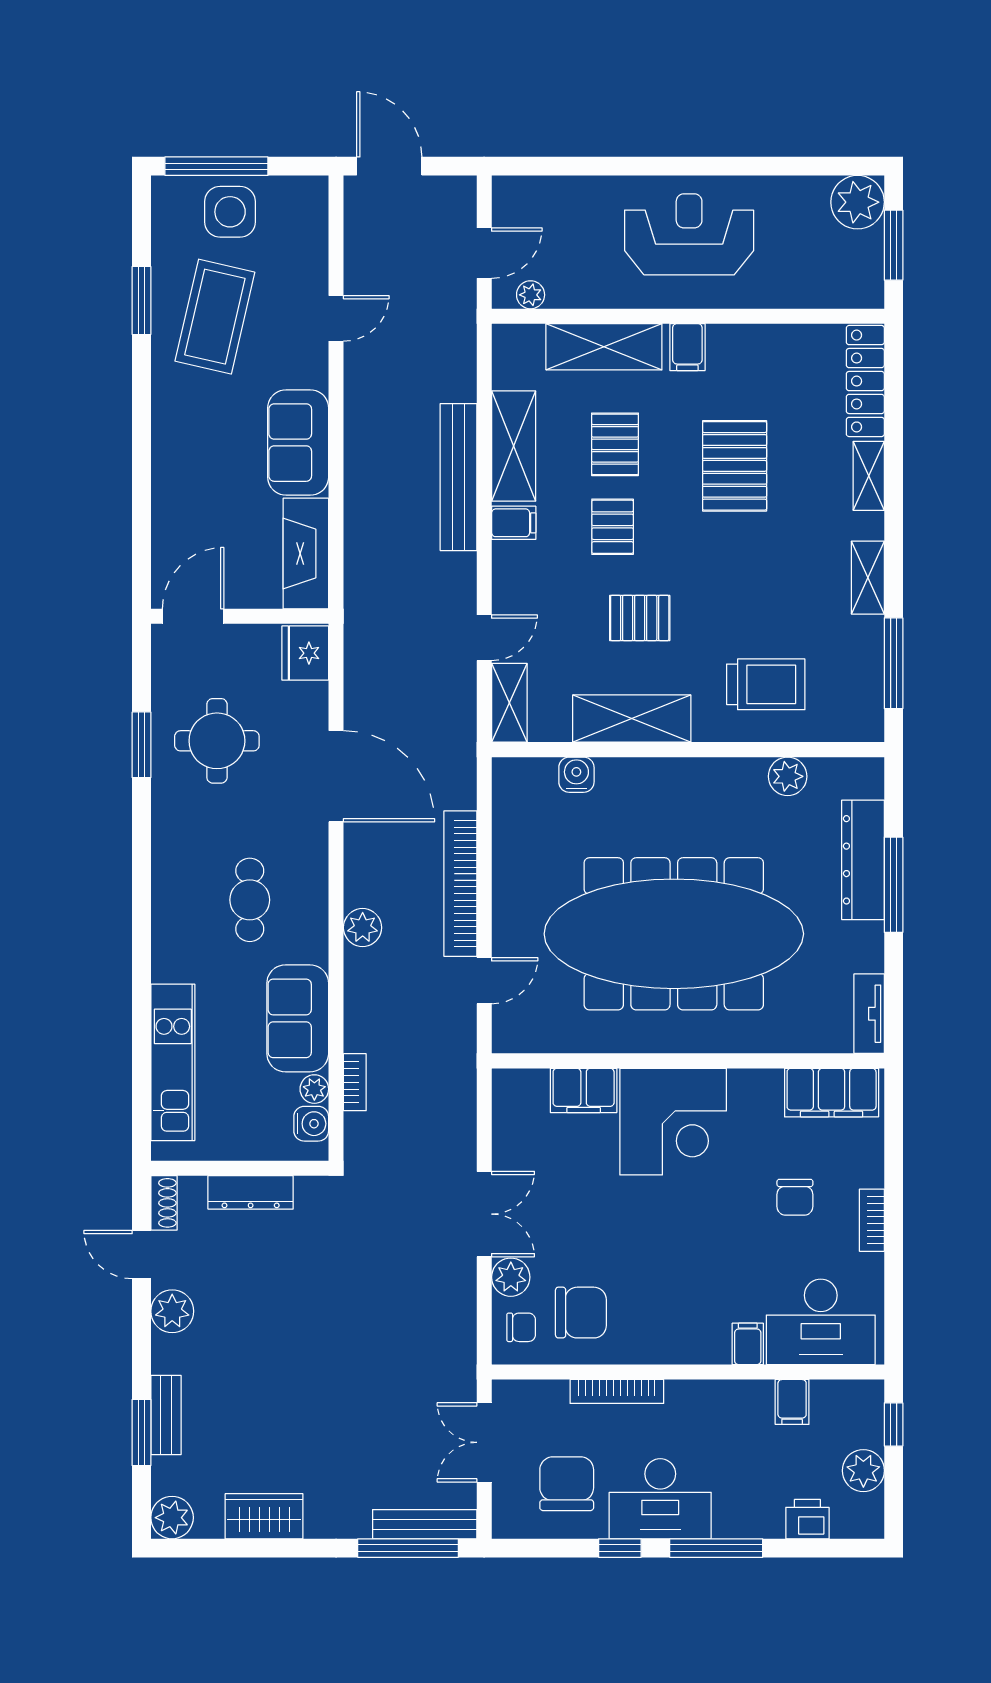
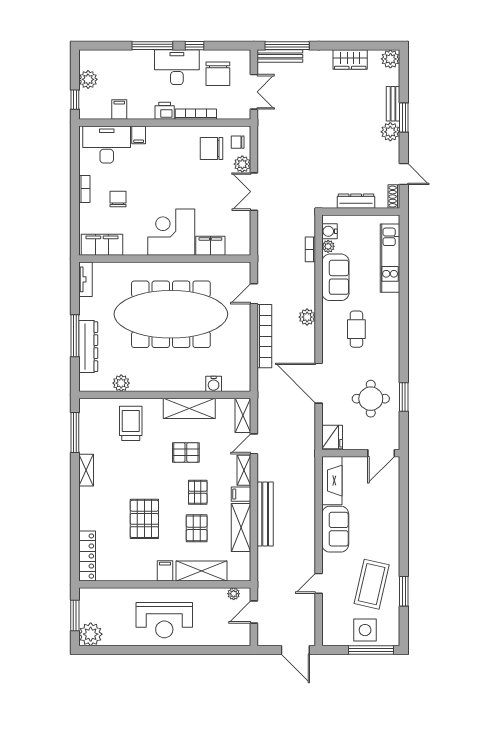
shelving: (869, 476) -> (244, 470), moved
trolley: (766, 684) -> (131, 423), turned 90
plant: (172, 1311) -> (390, 132), moved
window: (142, 1433) -> (404, 117), moved
printer: (807, 1519) -> (165, 111), moved, turned 180

